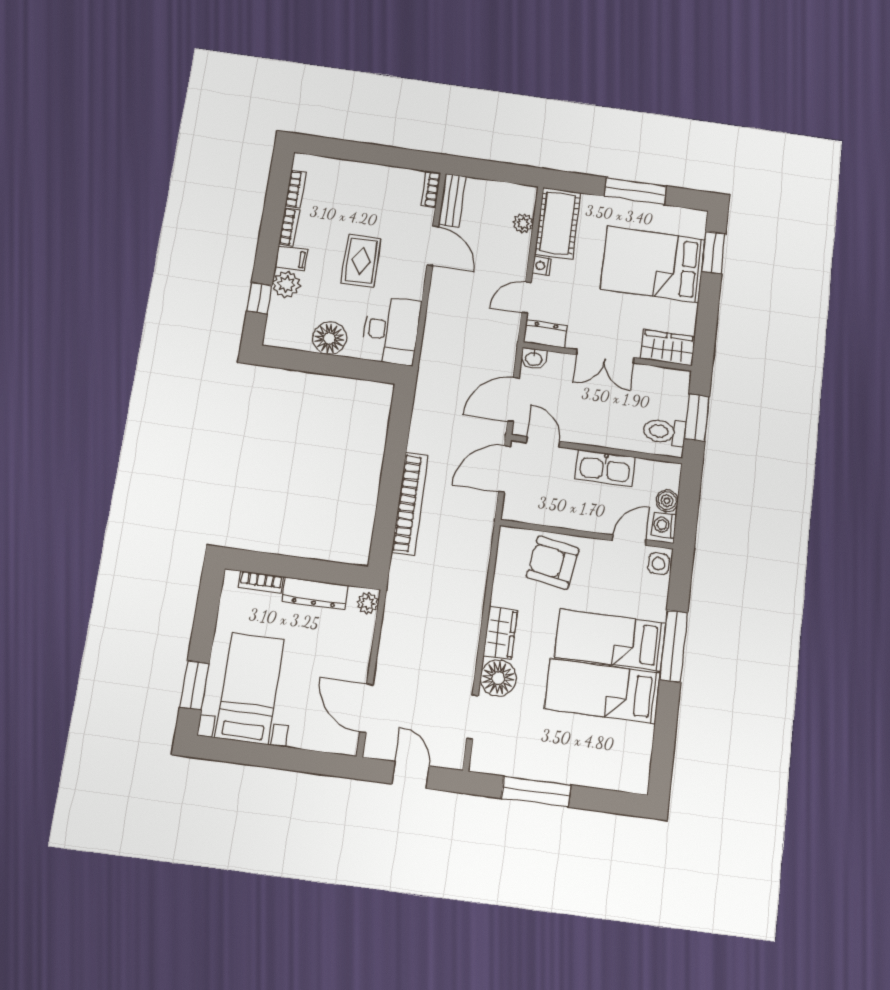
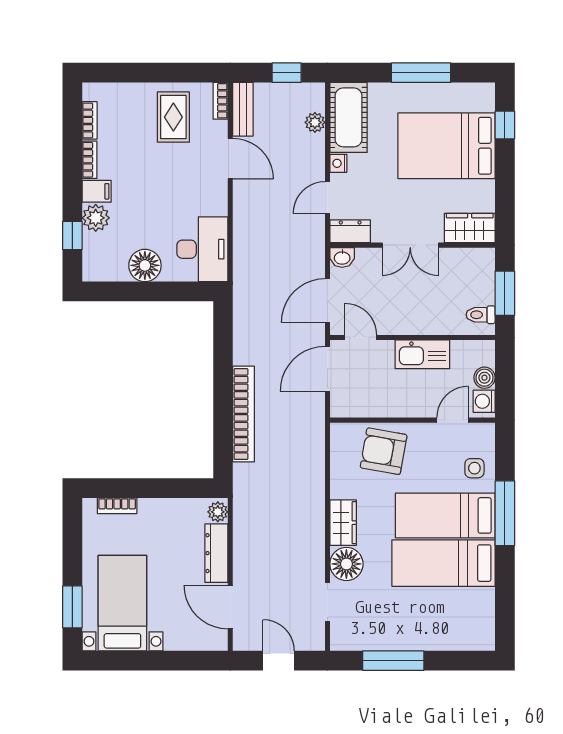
window: (501, 172) -> (287, 73), added
window: (714, 253) -> (505, 125), width x0.67
rug: (361, 261) -> (173, 117), moved
toilet: (664, 432) -> (481, 315), width x0.73, depth x0.72
side table: (659, 564) -> (474, 468), moved
dresser: (315, 593) -> (216, 553), moved, turned 90

